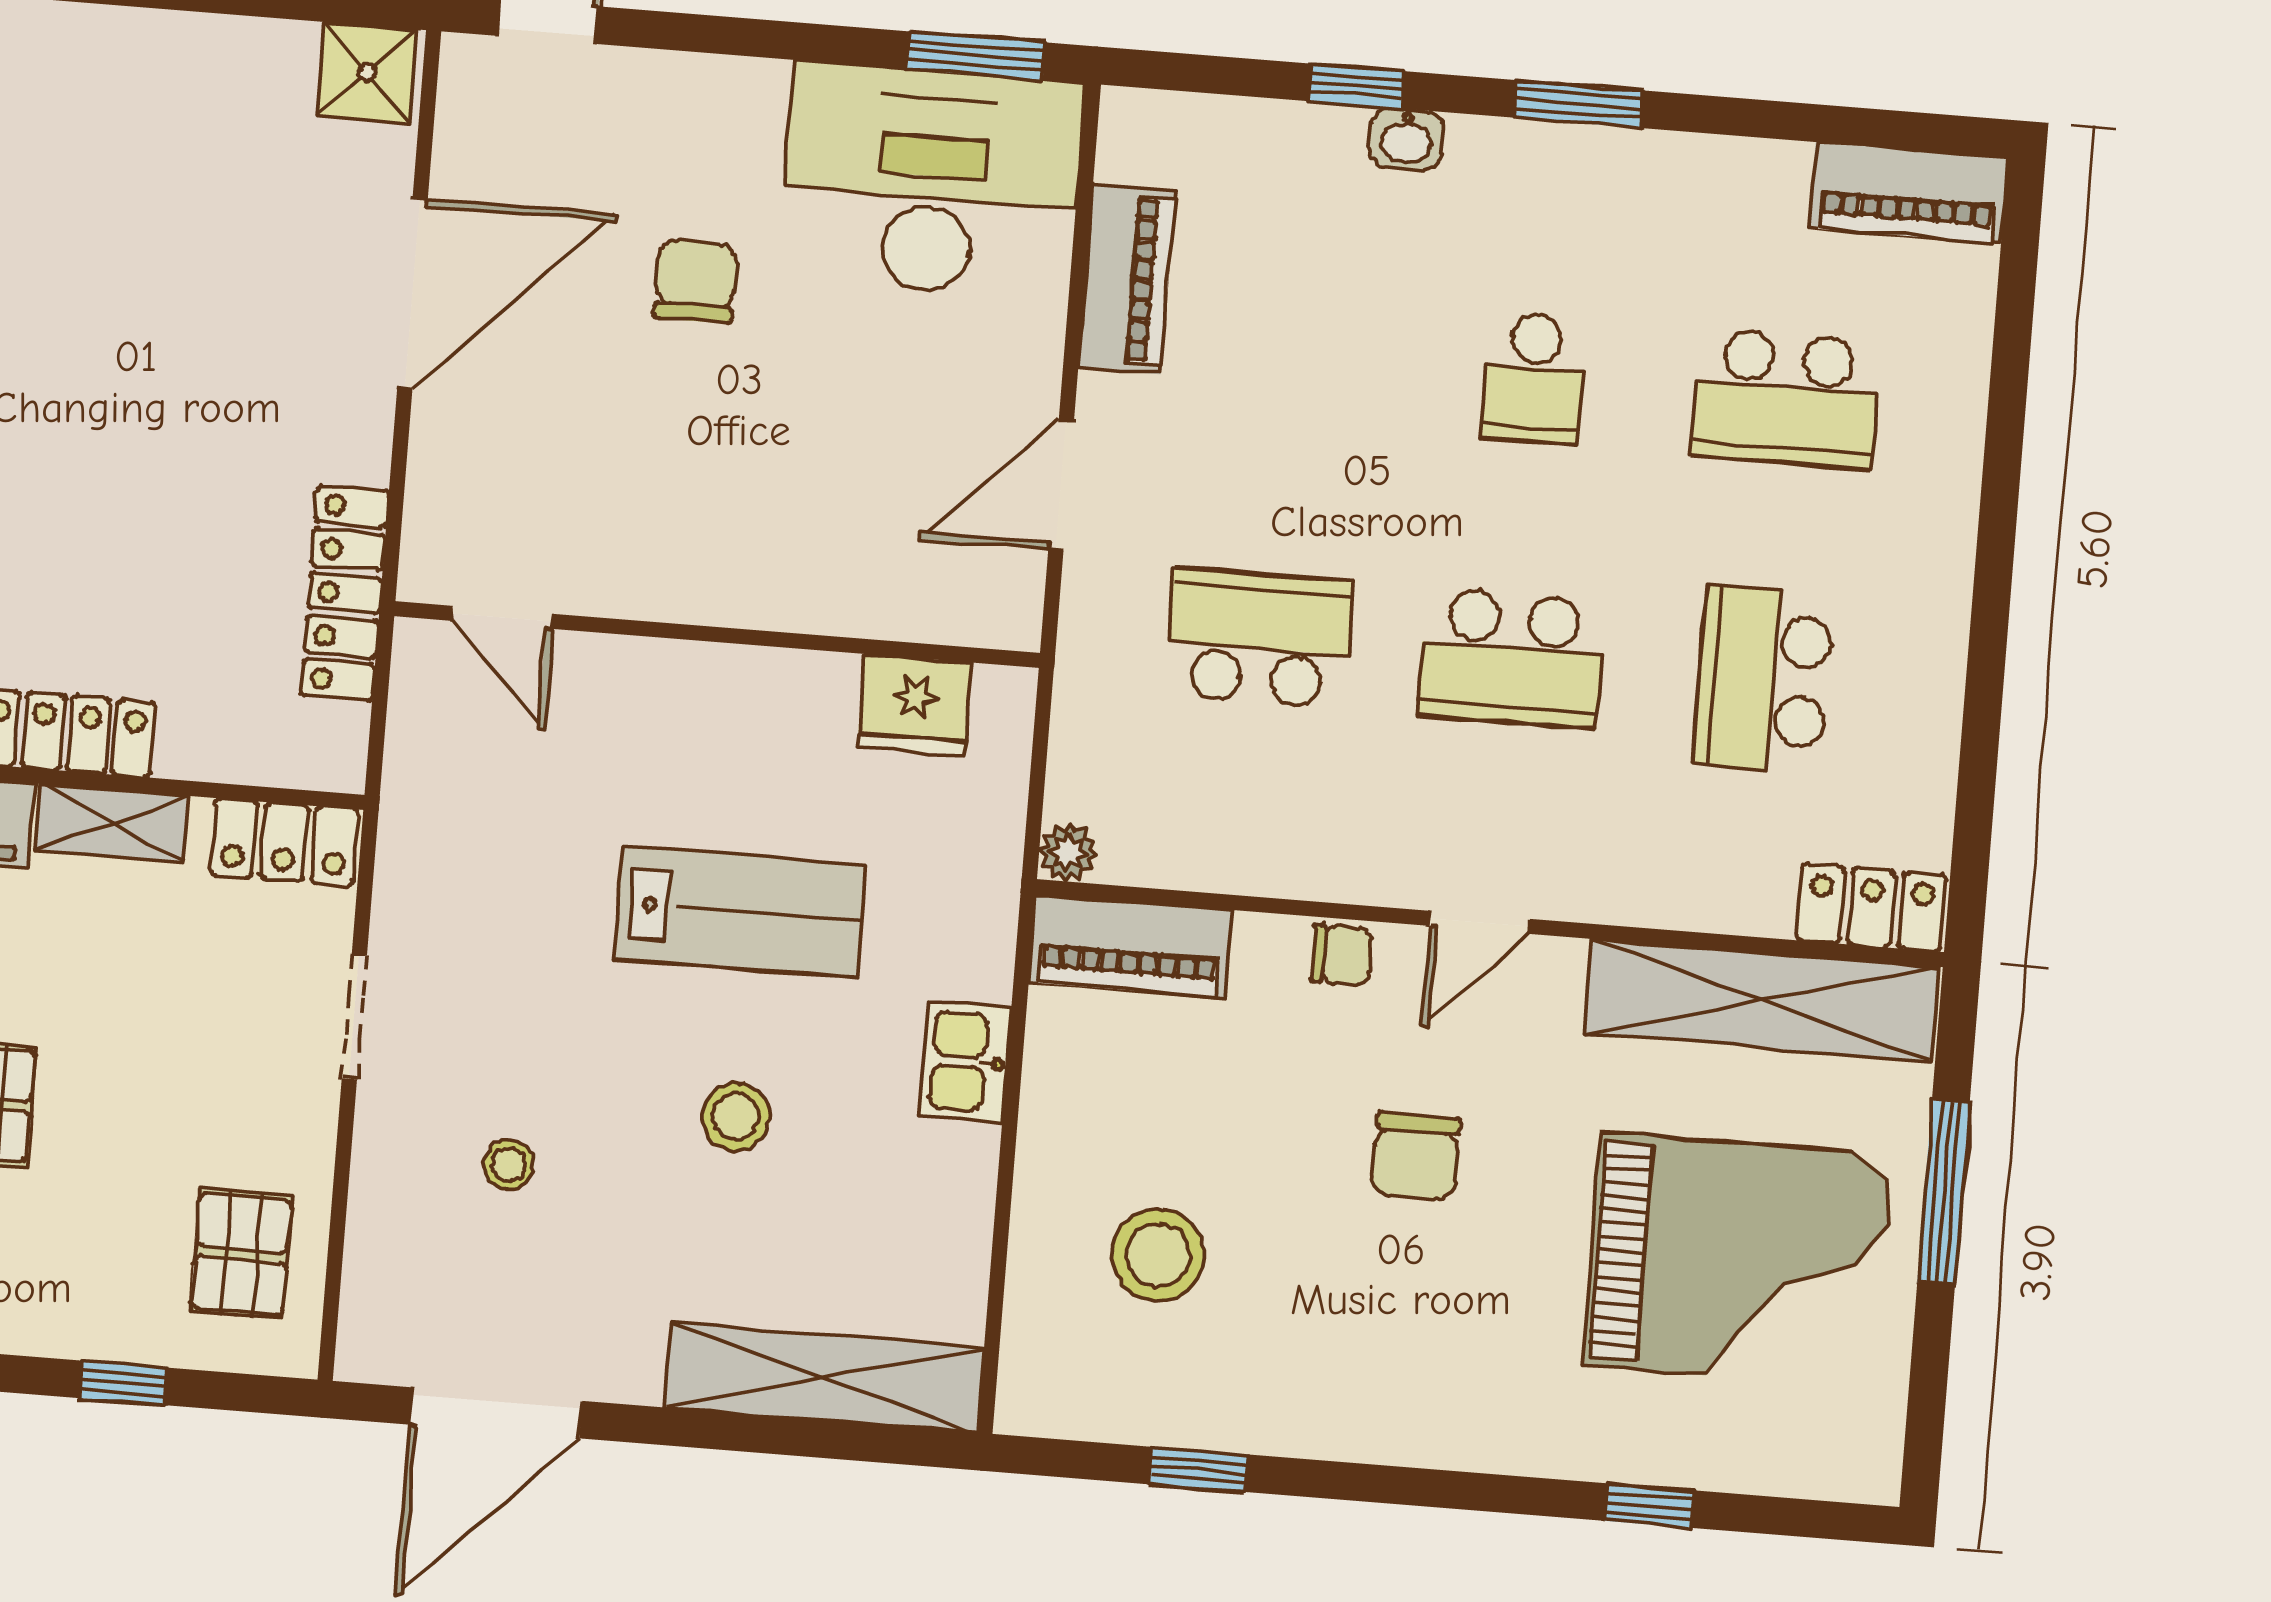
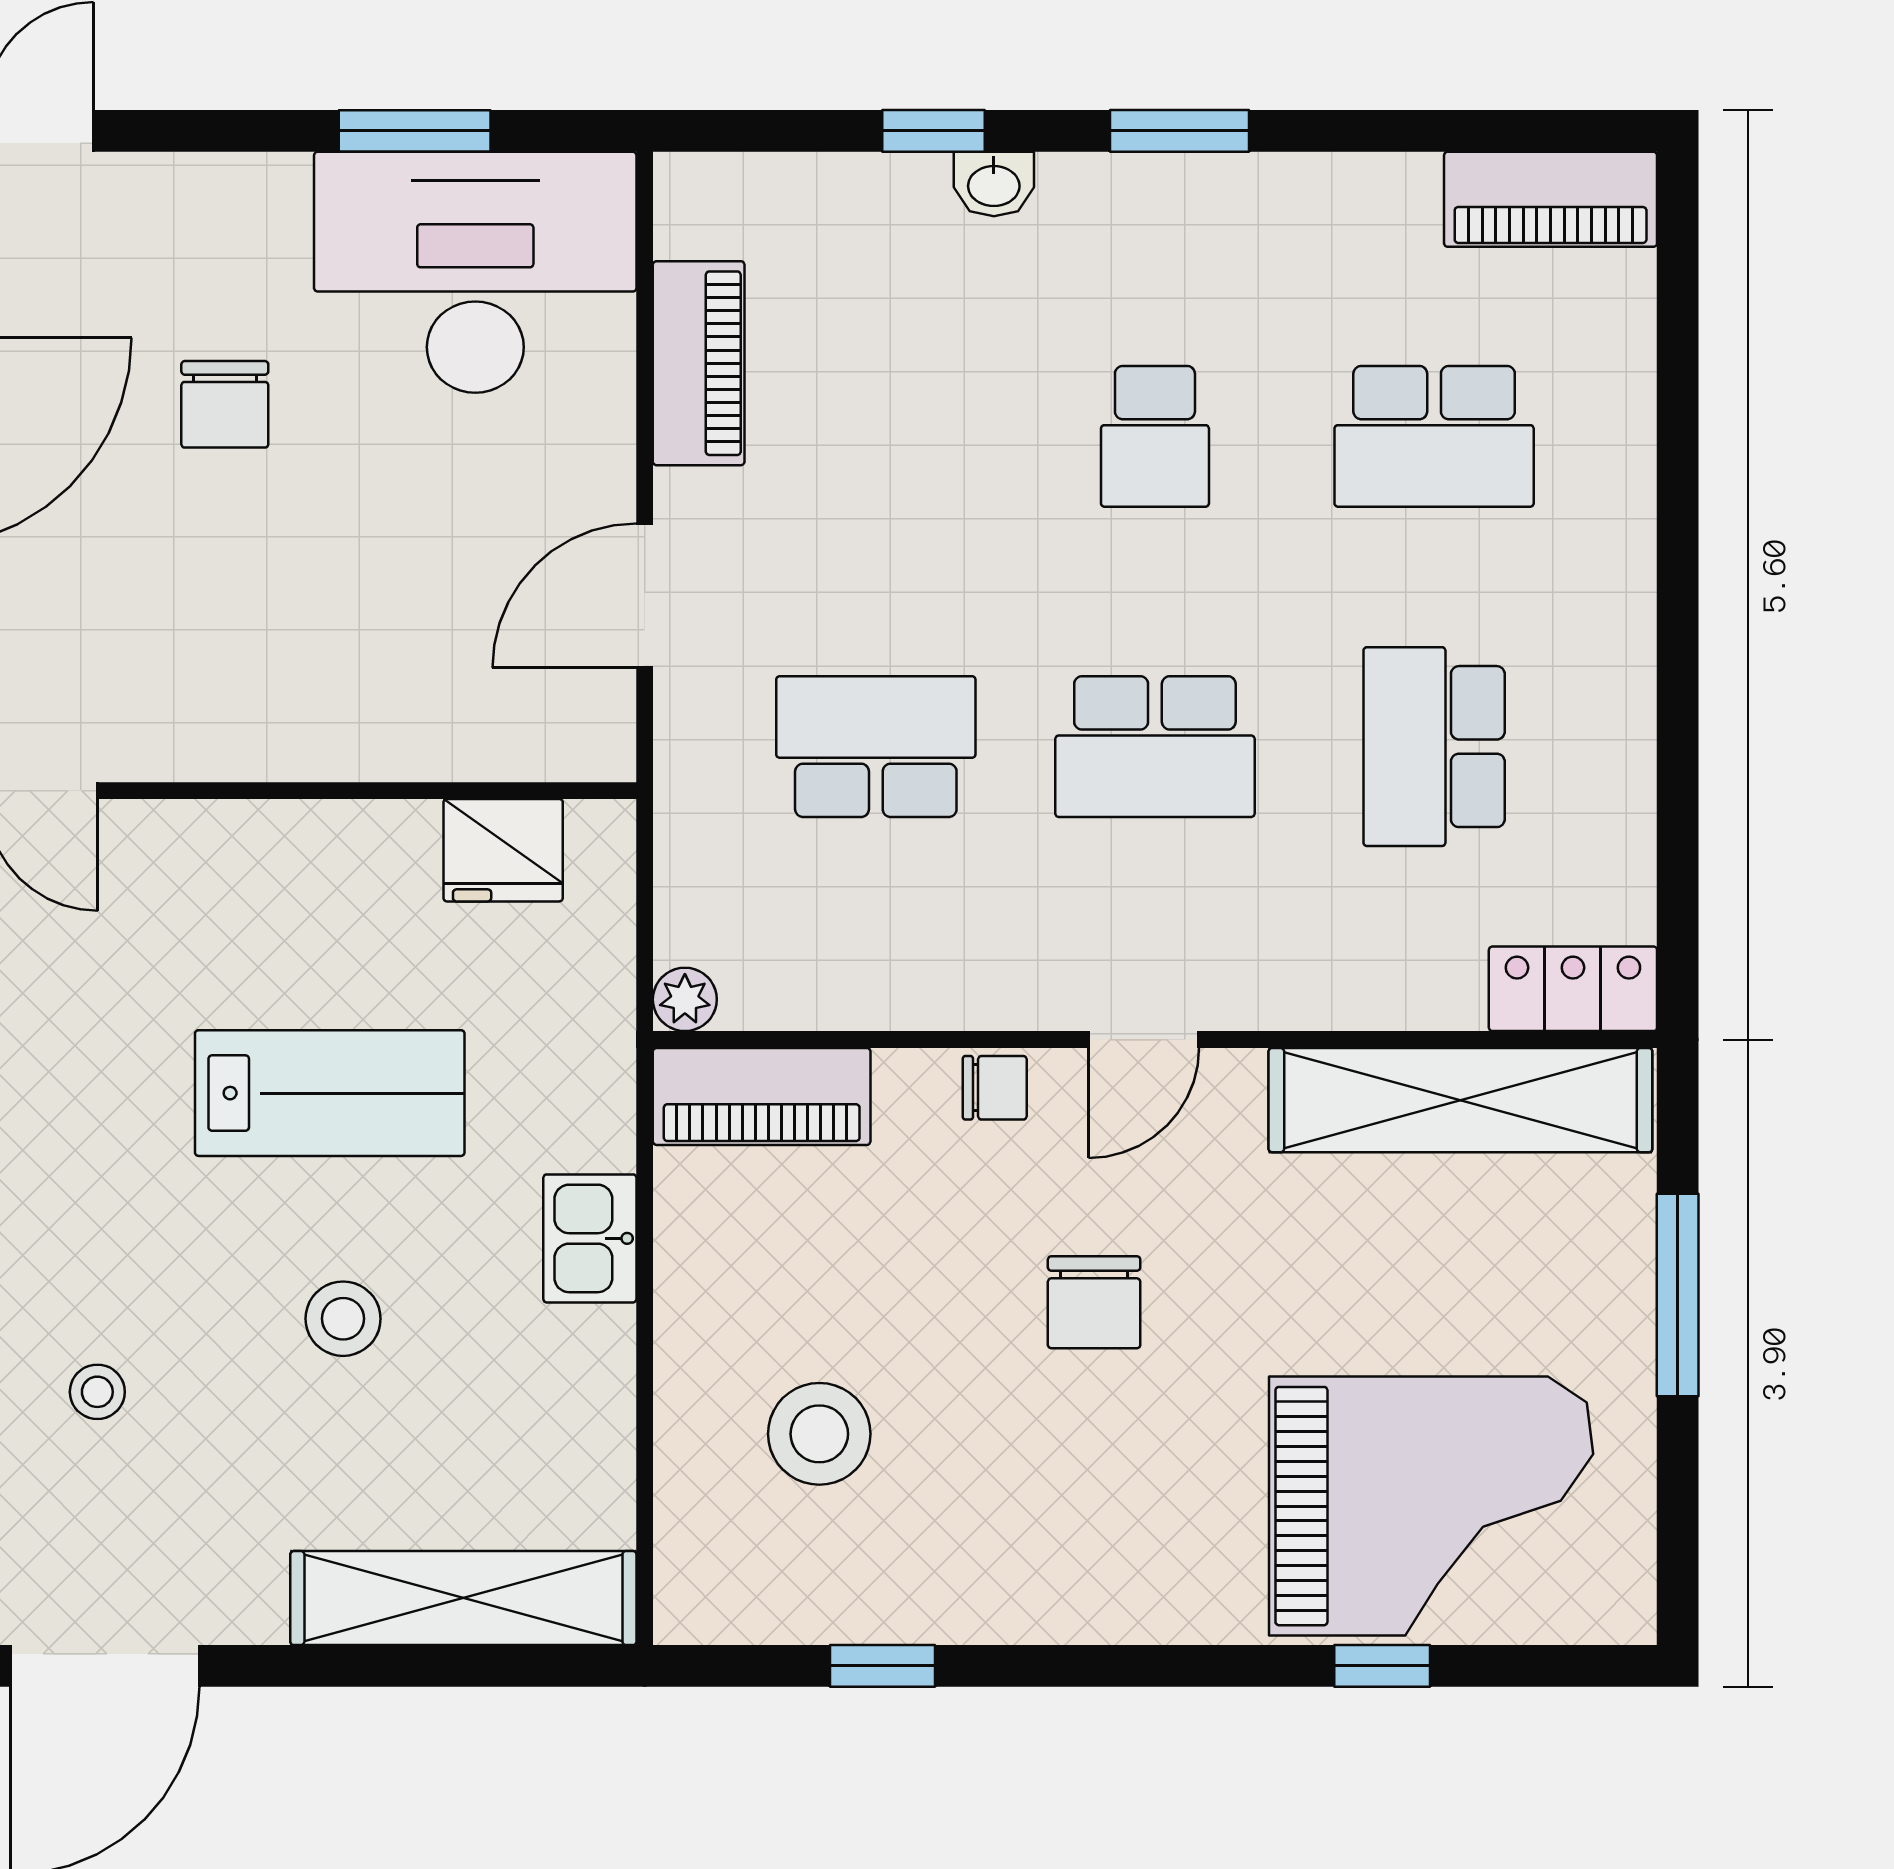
window: (976, 56) -> (415, 131), moved
chair: (696, 282) -> (225, 404), turned 180
grand piano: (1738, 1260) -> (1431, 1506), moved

